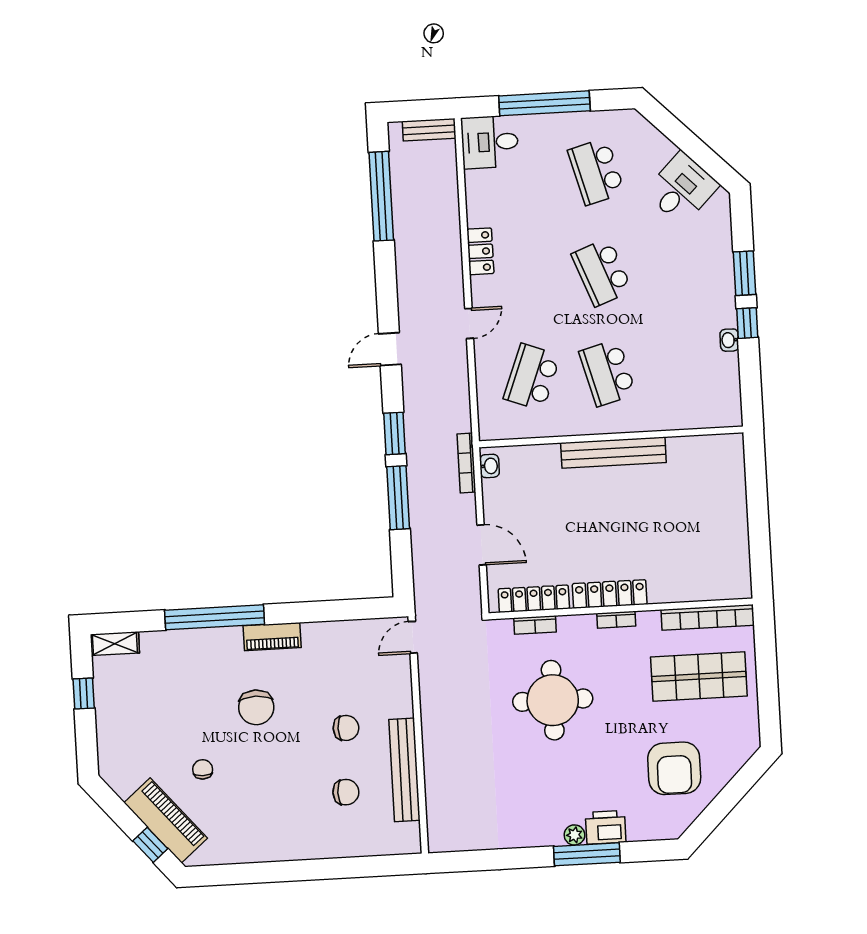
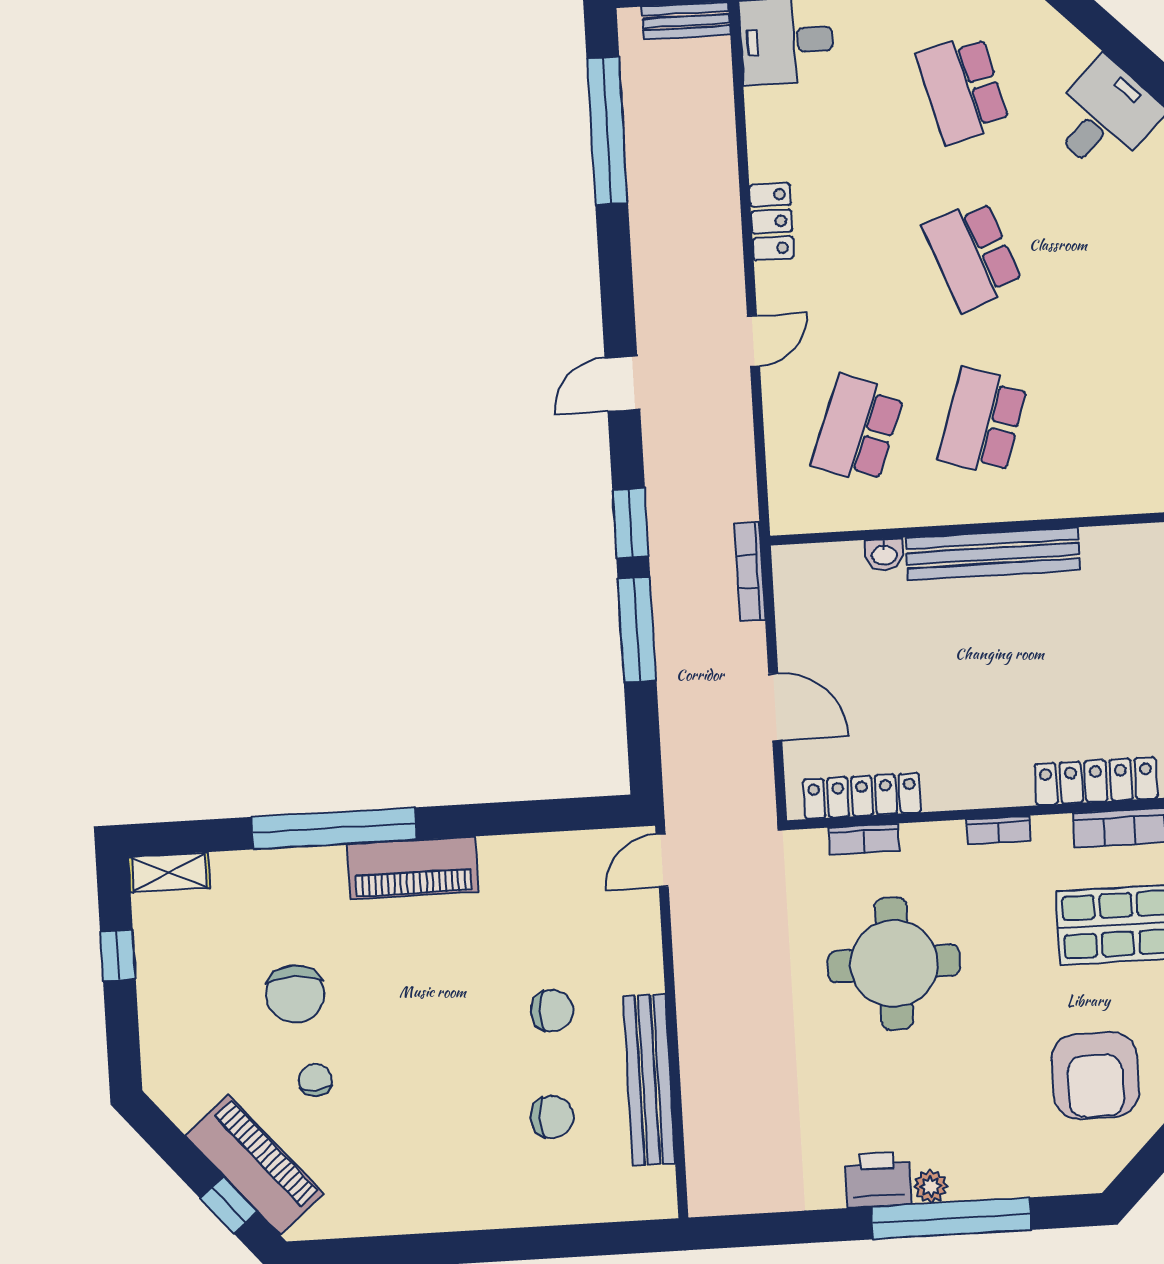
school desk: (608, 373) -> (983, 422), turned 33
washbasin: (490, 466) -> (884, 554), moved, turned 90
locker: (610, 594) -> (1096, 781), moved
piano: (272, 637) -> (413, 868), width x1.37, depth x1.33
chair: (256, 707) -> (295, 994), moved
printer: (606, 827) -> (878, 1180), moved
window: (587, 854) -> (951, 1218), width x1.46

